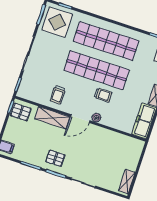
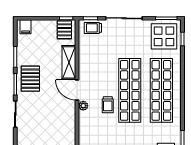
trolley: (58, 95) -> (93, 28), moved
pallet: (55, 158) -> (30, 79), width x1.50, depth x1.42

